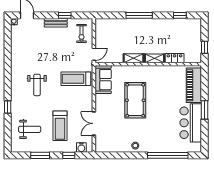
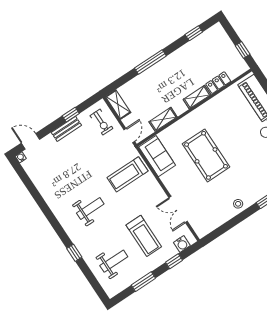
shelving: (100, 29) -> (118, 105), added
shelving: (134, 58) -> (163, 119), moved
weight bench: (37, 85) -> (90, 209), turned -90

